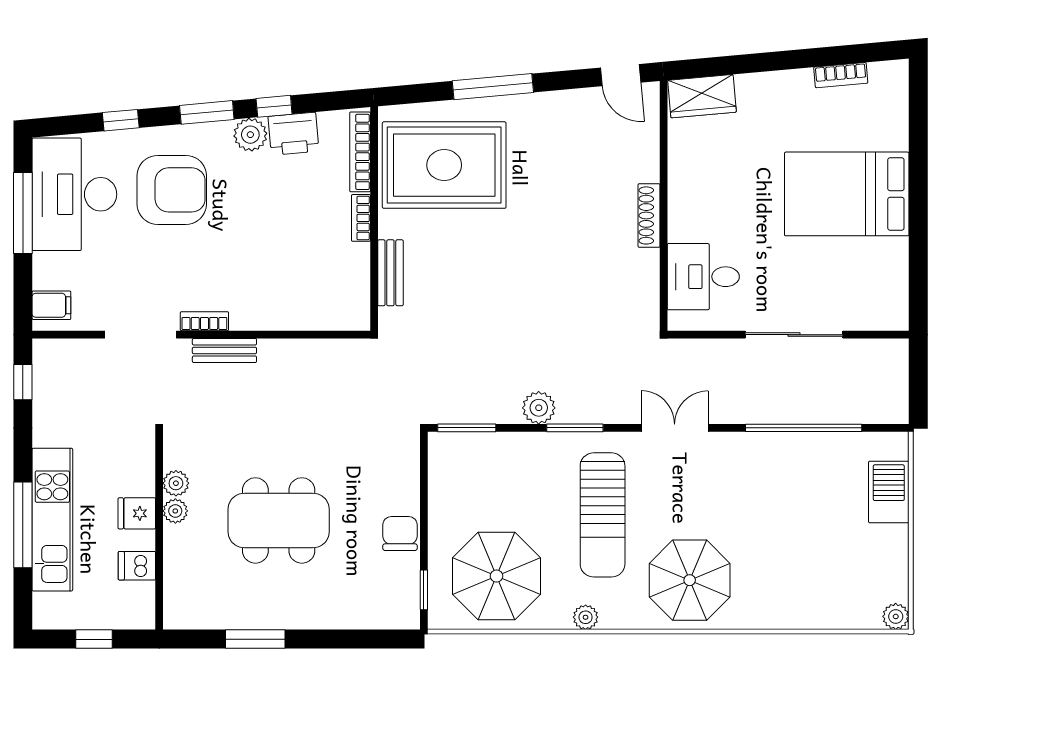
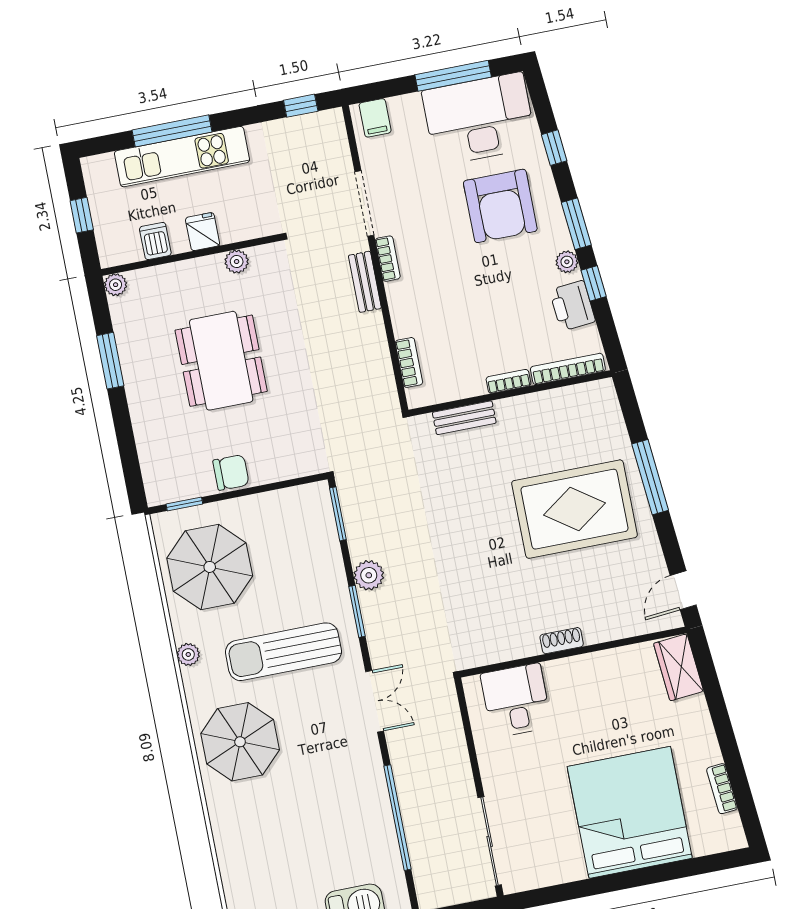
plant: (250, 135) -> (567, 262), width x0.73, depth x0.73
rug: (444, 165) -> (574, 509), moved, turned 90
bed: (847, 194) -> (630, 812), width x1.36
shoe rack: (649, 215) -> (562, 641), width x0.70
bookcase: (320, 320) -> (409, 362), added
sliding door: (794, 335) -> (490, 841), moved
plant: (175, 511) -> (116, 285), moved

